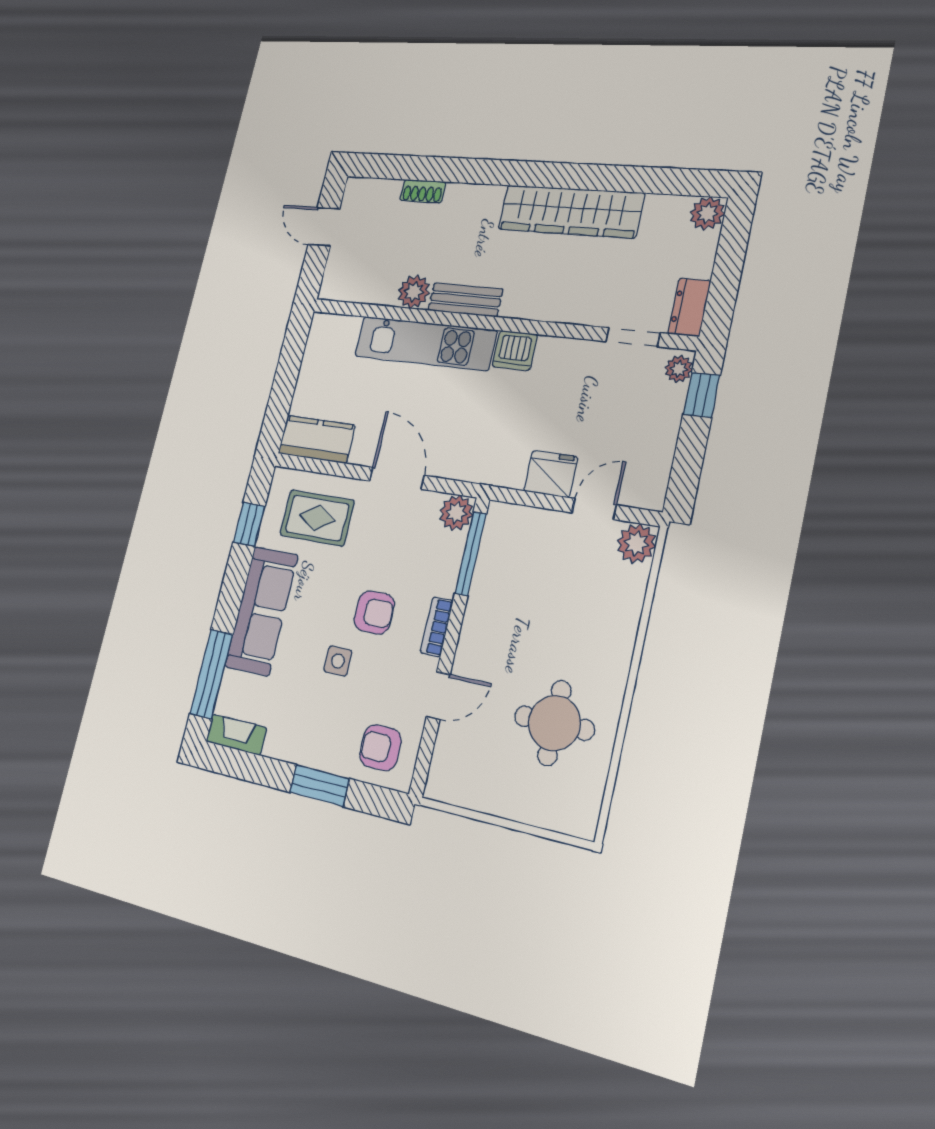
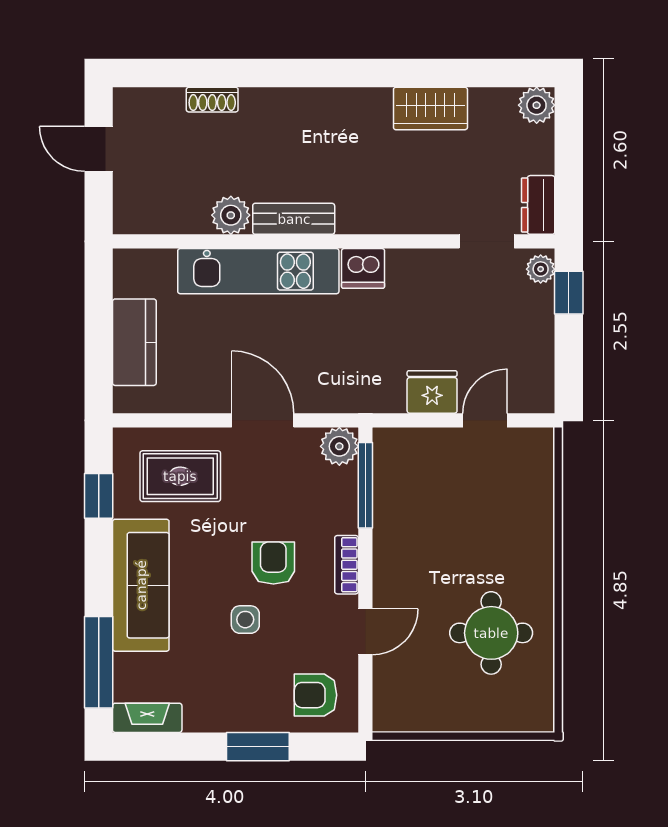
wardrobe: (570, 211) -> (430, 108), width x0.48, depth x0.85
kitchen counter: (316, 439) -> (134, 342), moved, turned 90
plant: (636, 543) -> (535, 448), removed
armchair: (374, 612) -> (273, 563), turned -90

